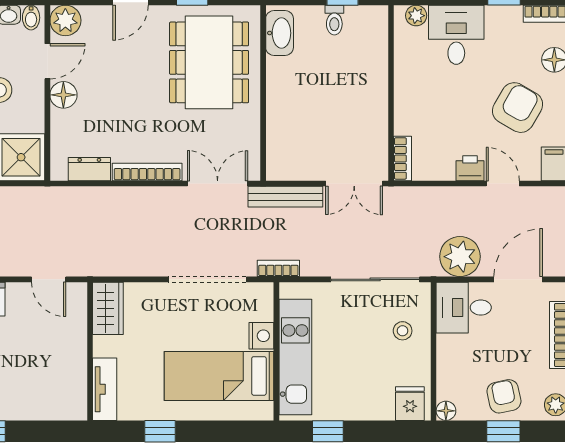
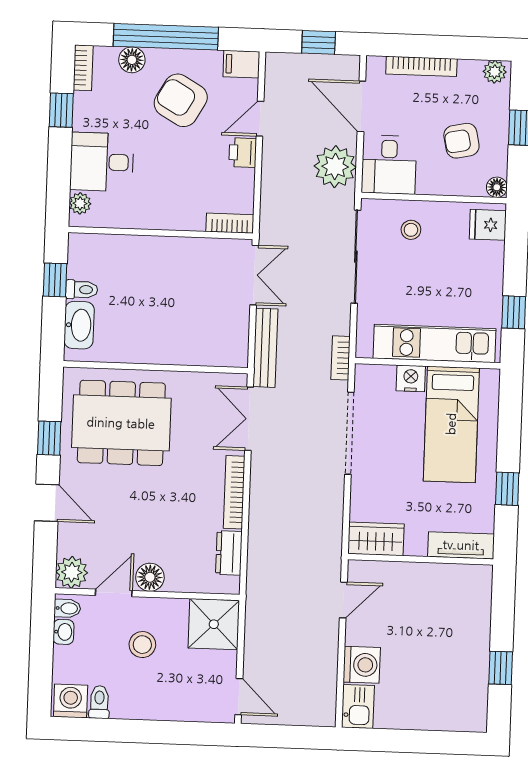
washbasin: (280, 33) -> (79, 325), moved, turned 90
door: (47, 61) -> (114, 593), hinge flipped
armchair: (504, 396) -> (461, 141), moved

